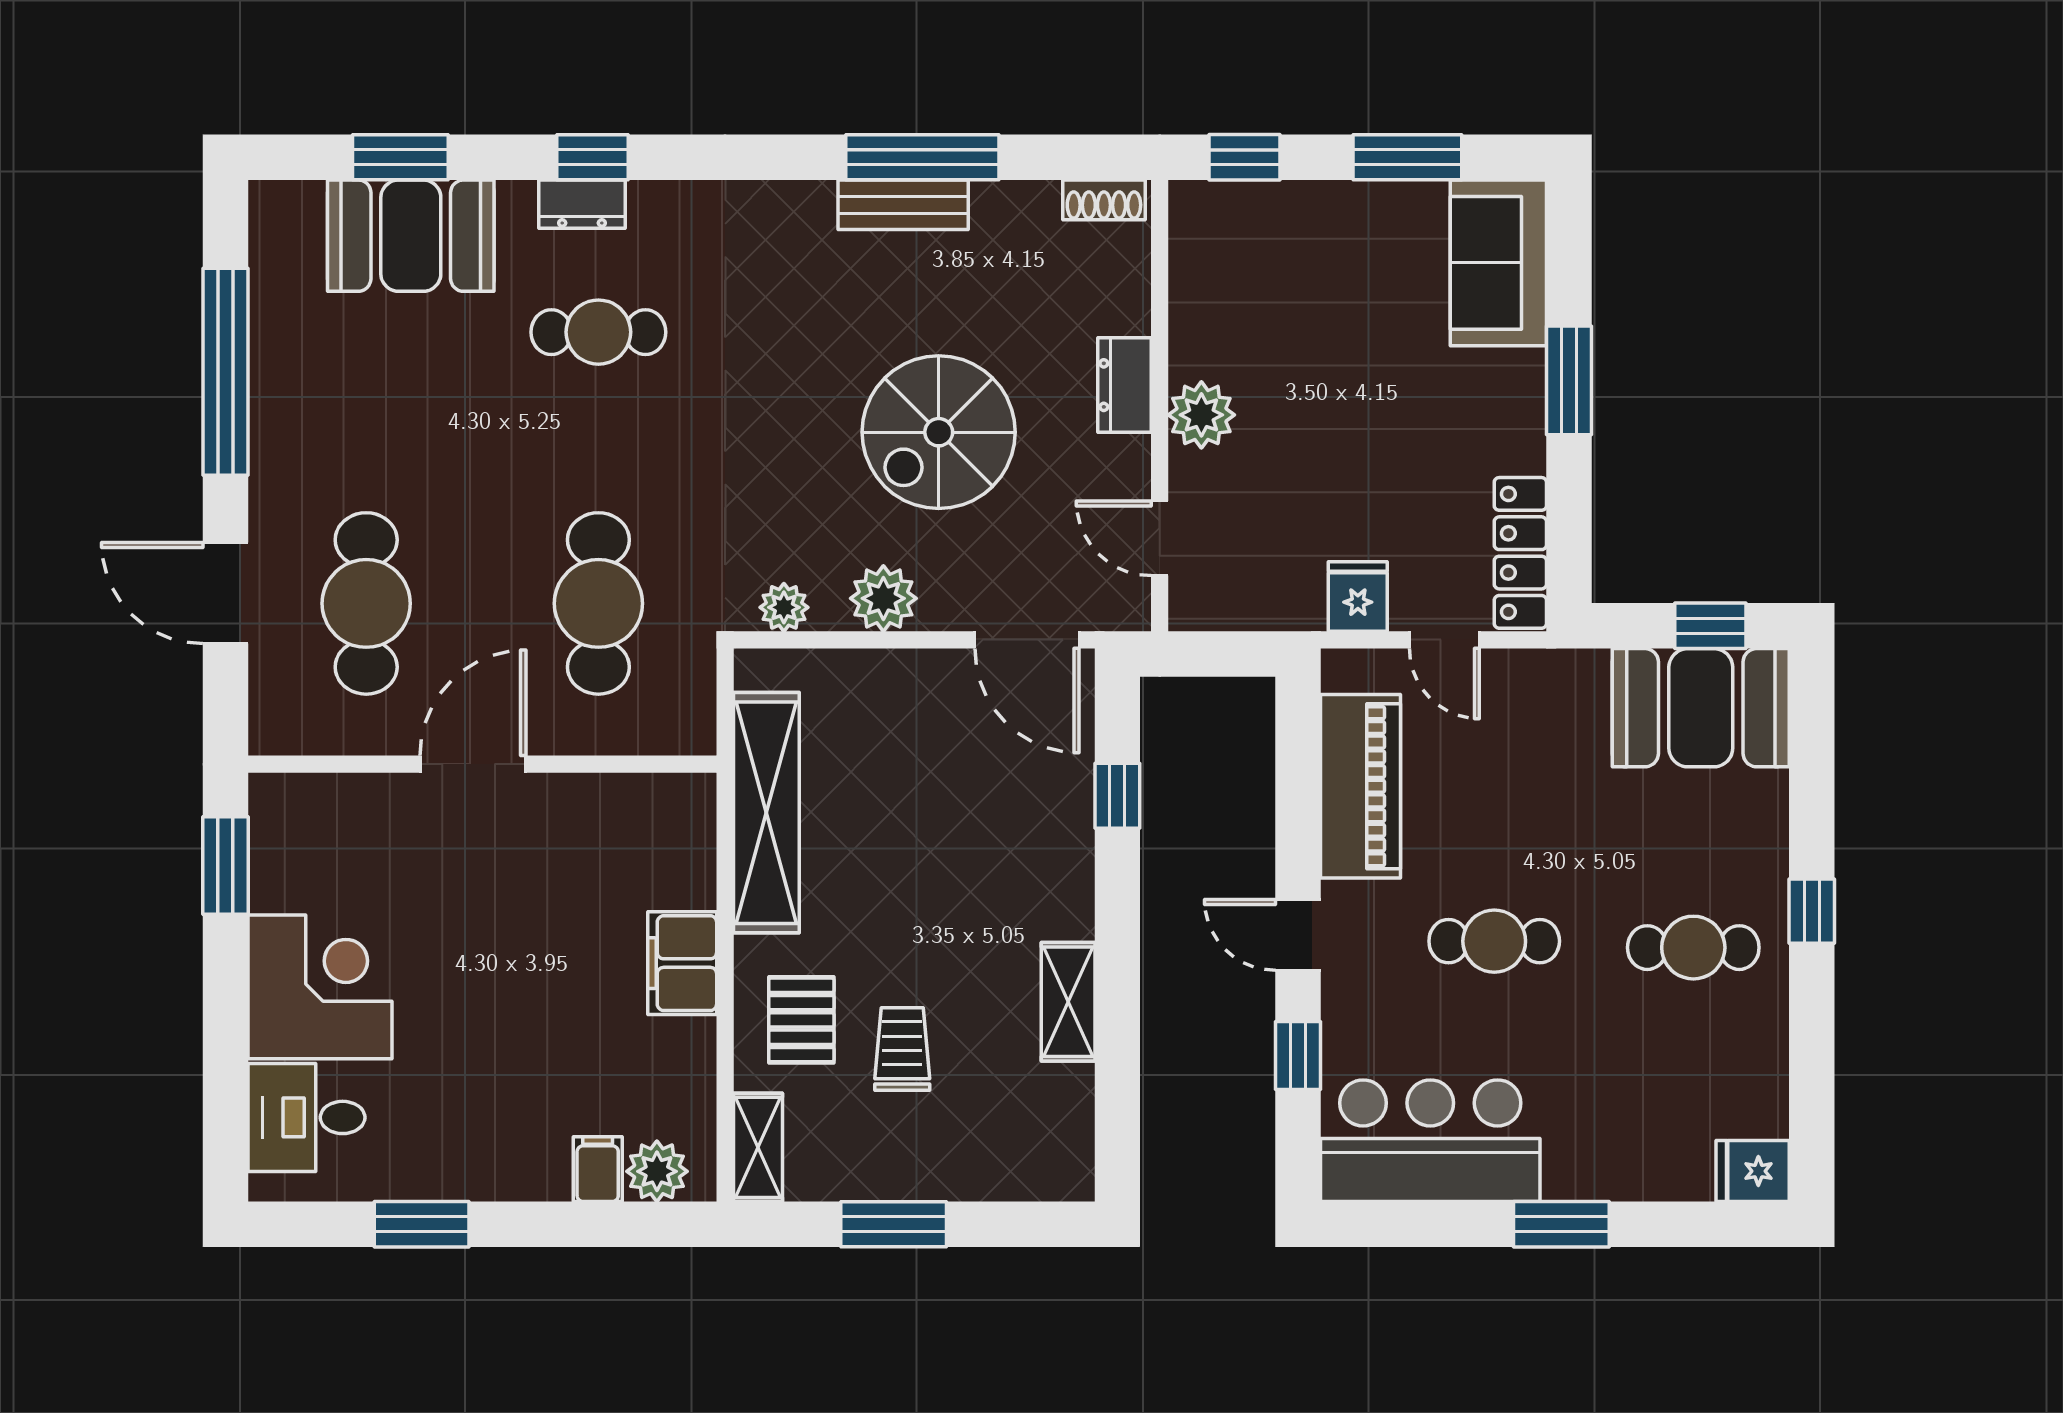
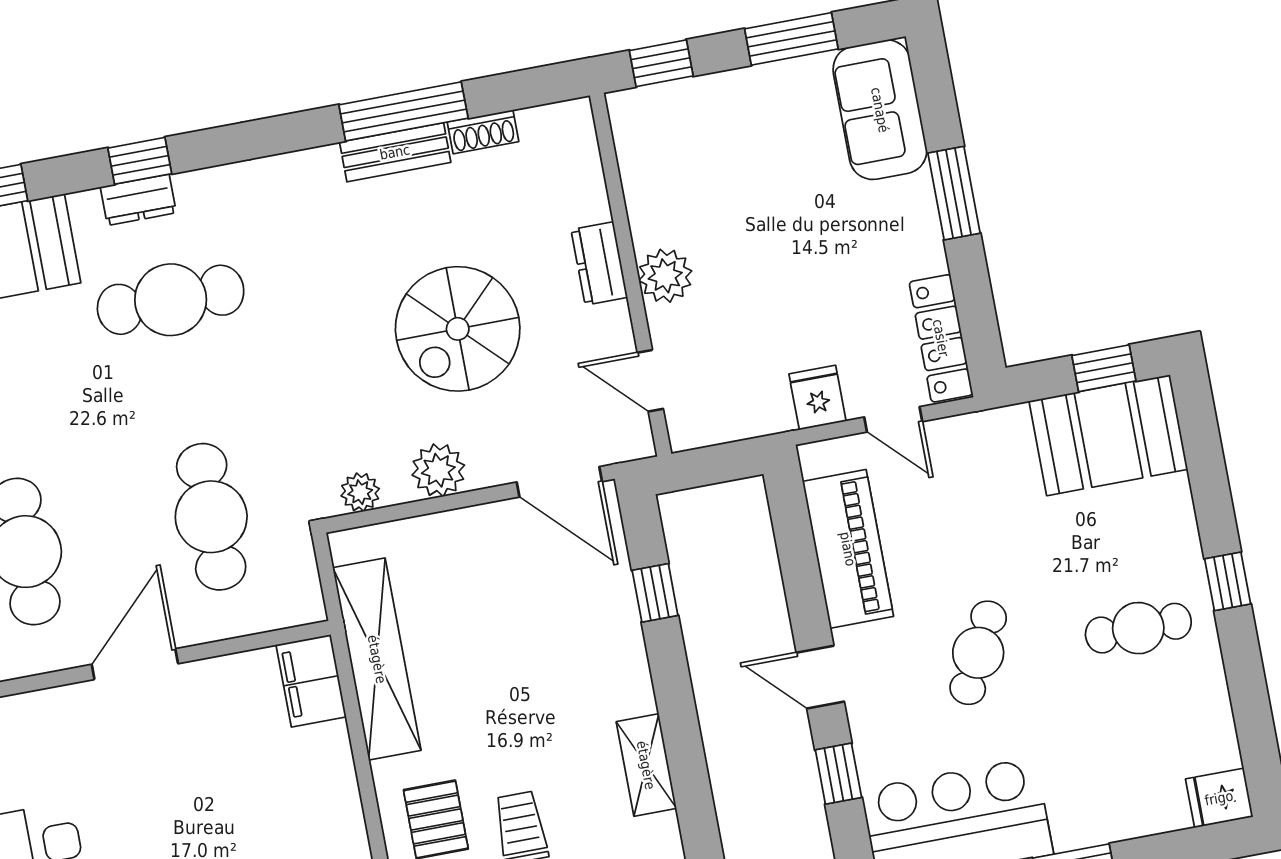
shoe rack: (1104, 200) -> (483, 132), moved
cafe table: (598, 332) -> (171, 300), width x1.37, depth x1.35
cafe table: (1494, 941) -> (978, 653), turned -63
filing cabinet: (682, 963) -> (311, 681), moved

